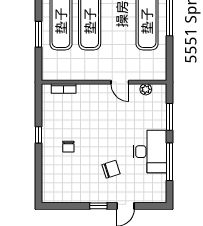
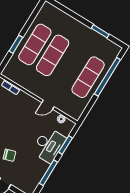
door: (120, 82) -> (48, 105), hinge flipped
desk: (150, 152) -> (49, 145), moved

